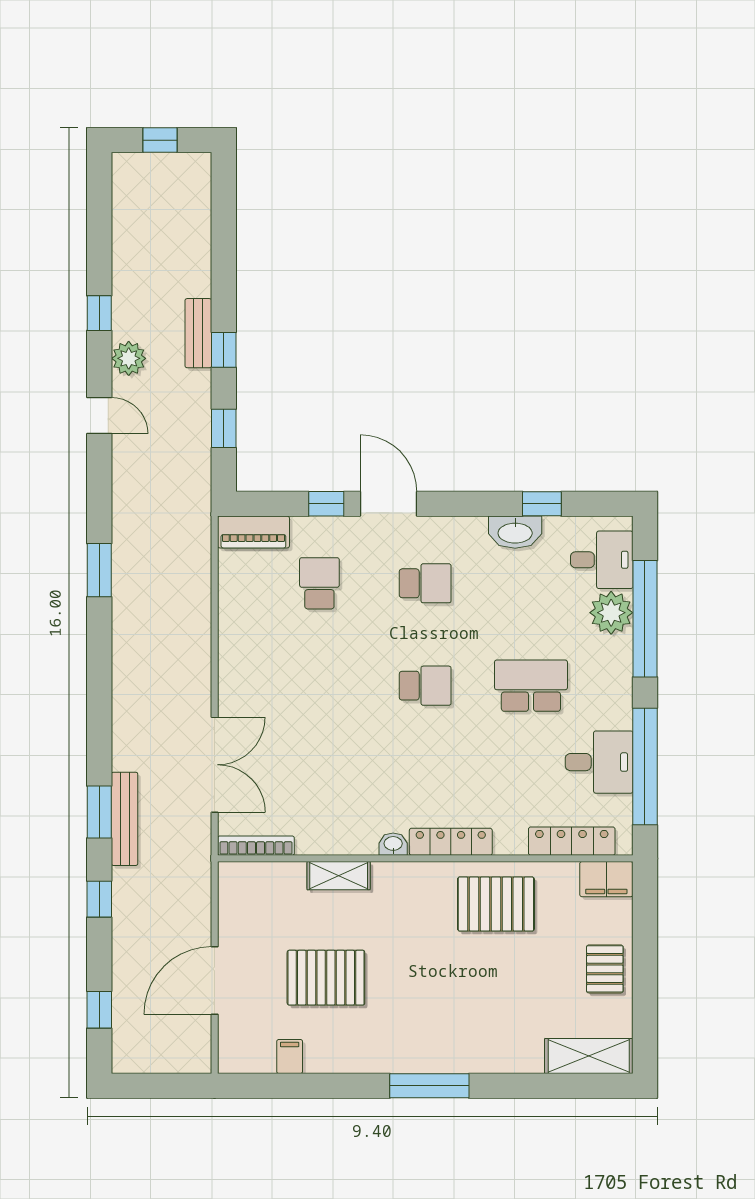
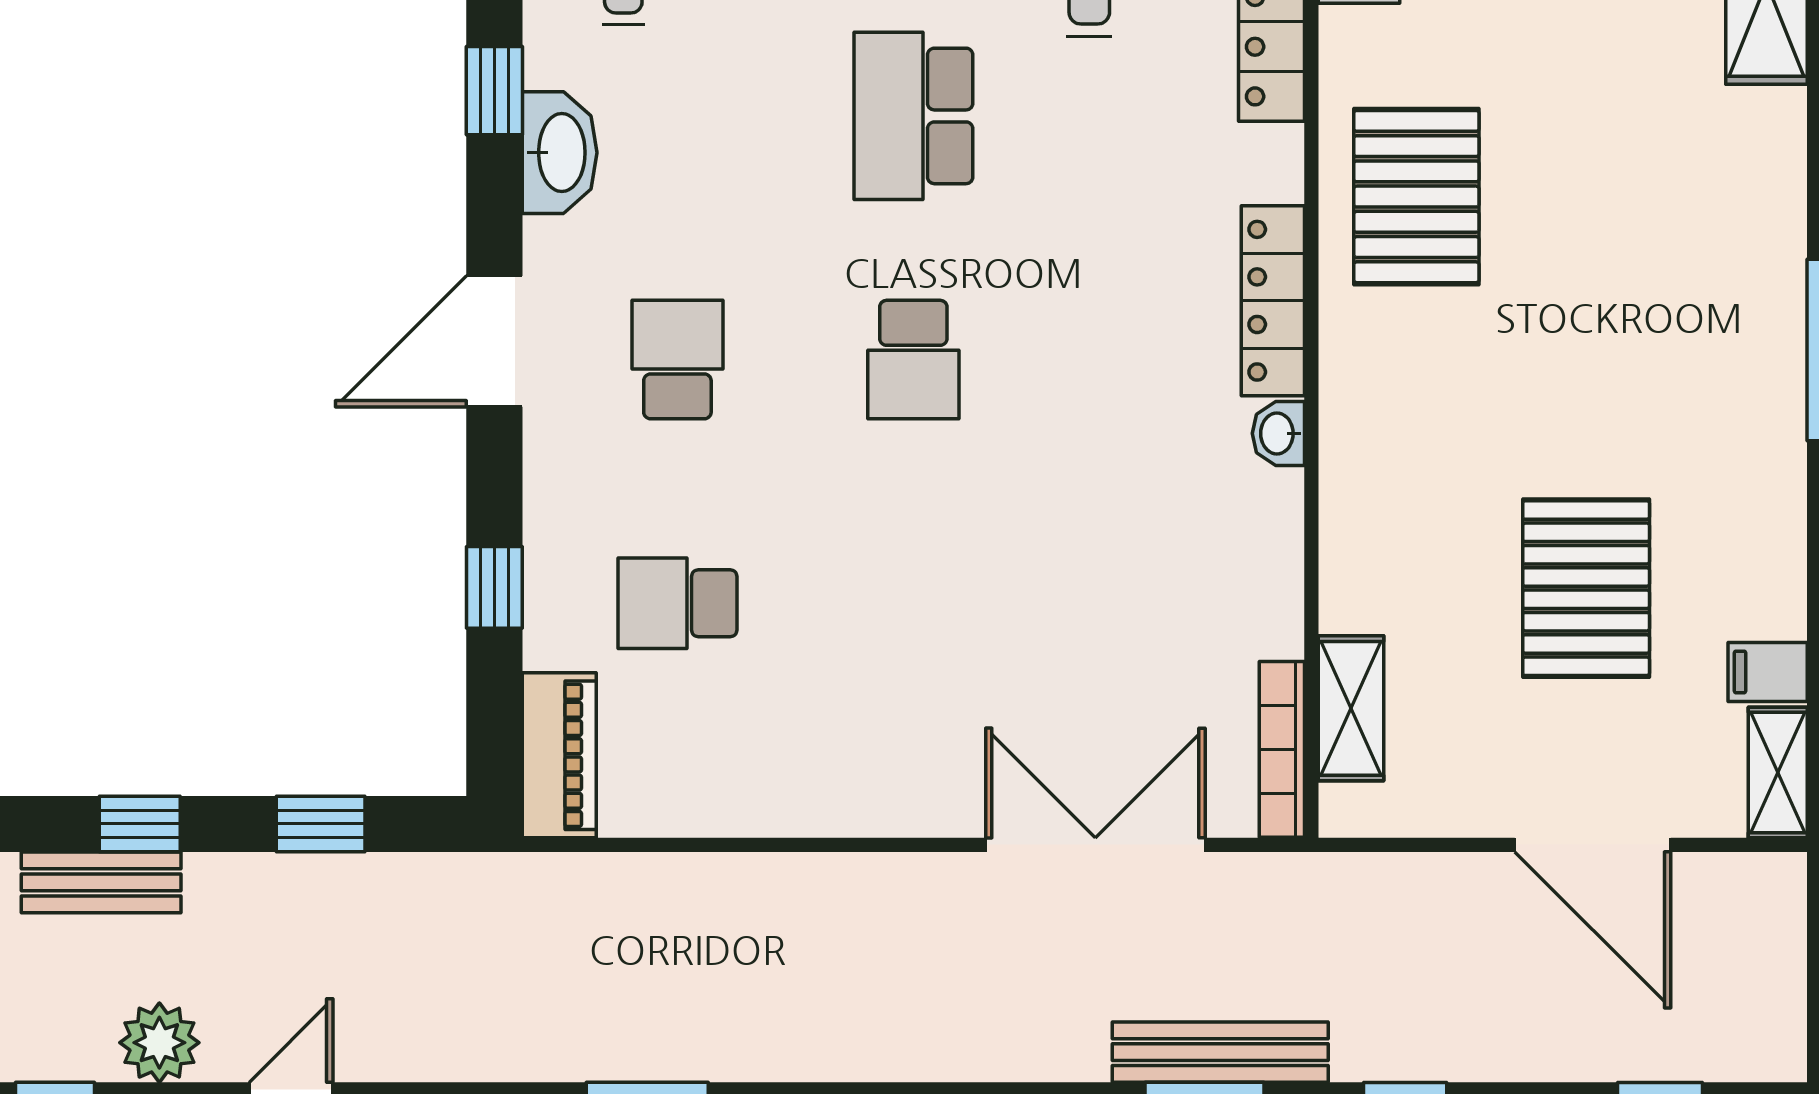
door: (388, 504) -> (494, 341), moved
school desk: (425, 686) -> (913, 360), turned 180
shelving: (339, 876) -> (1351, 708), moved
shelving: (246, 1061) -> (1778, 773), added

